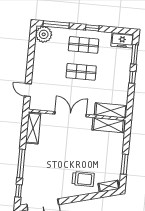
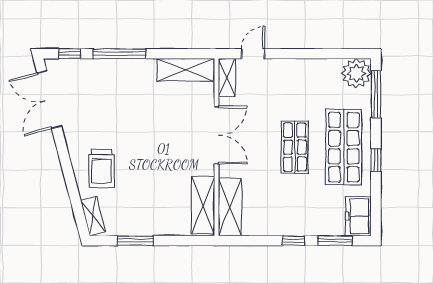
shop shelf: (84, 45) -> (344, 147), width x1.43, depth x1.36
shelving: (39, 106) -> (227, 77), added

